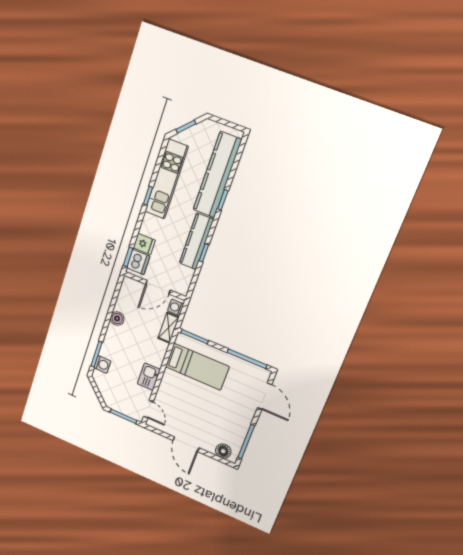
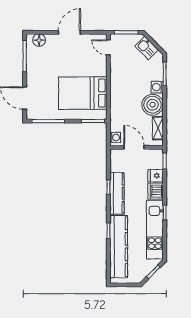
dishwasher: (138, 262) -> (156, 191), moved
door: (158, 287) -> (134, 147), hinge flipped
boiler: (117, 318) -> (153, 105), width x1.86, depth x1.86
shelving: (168, 328) -> (158, 128), moved
washing machine: (102, 364) -> (157, 87), moved
bed: (197, 367) -> (83, 93), width x1.50
kitchen sink: (149, 377) -> (147, 48), moved, turned 135
door: (186, 444) -> (69, 32), hinge flipped

